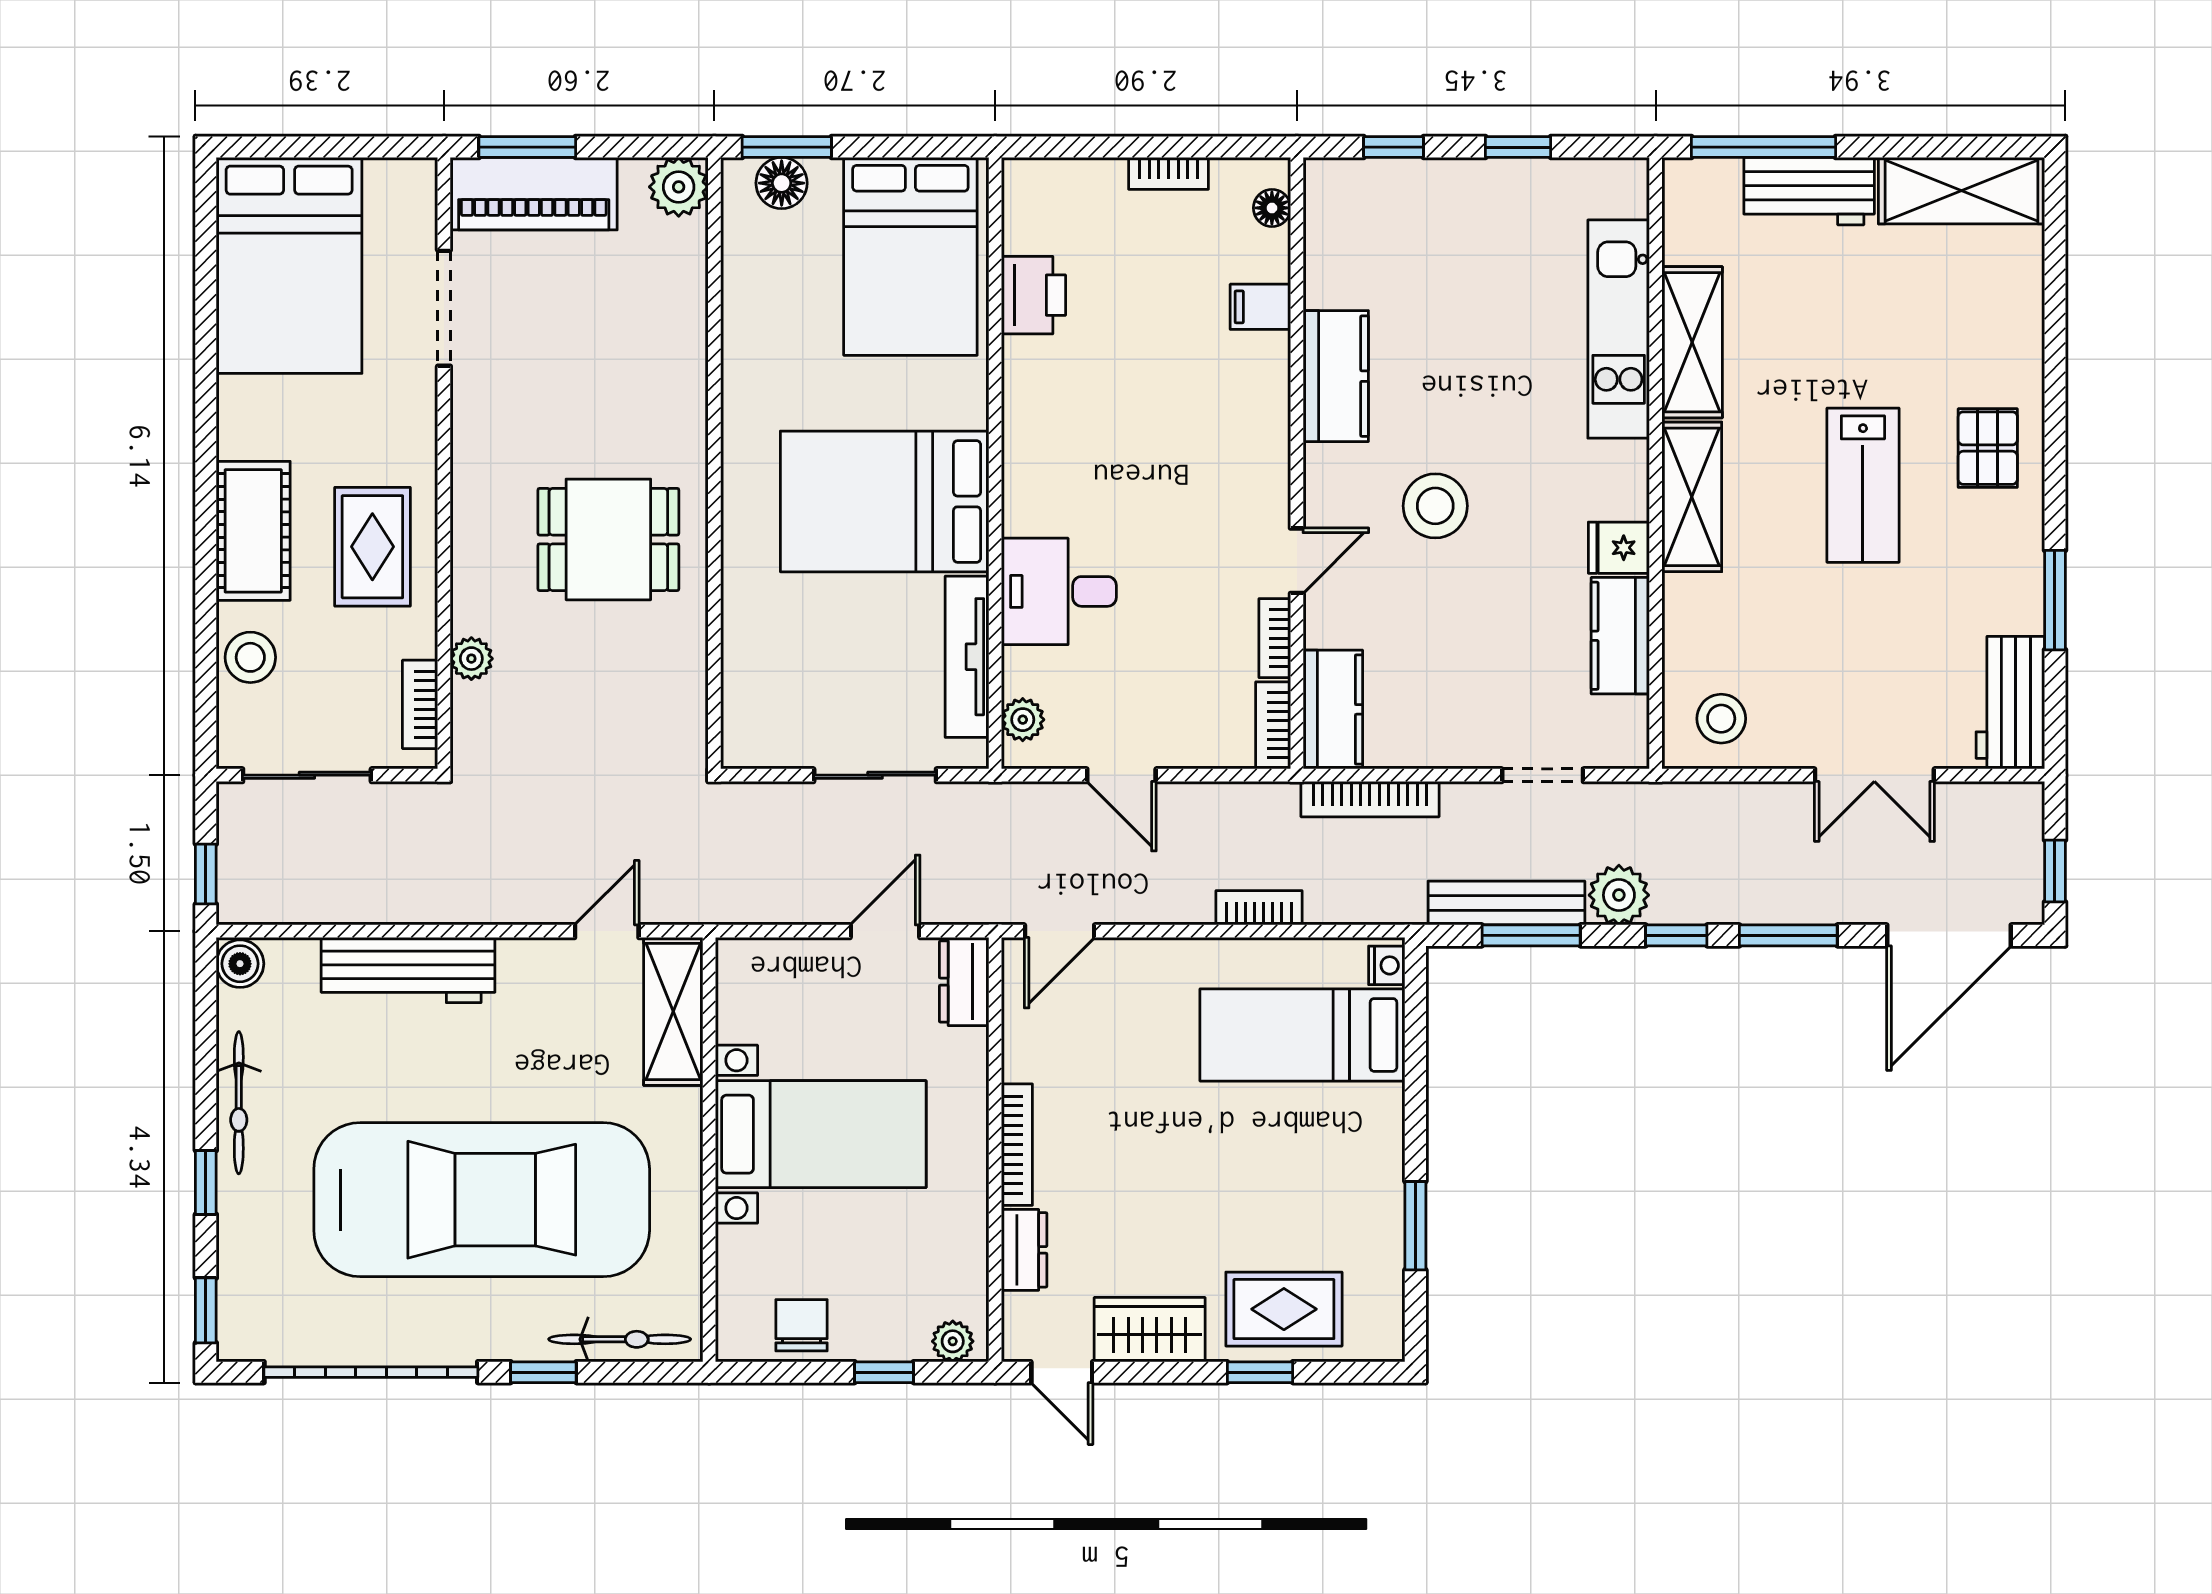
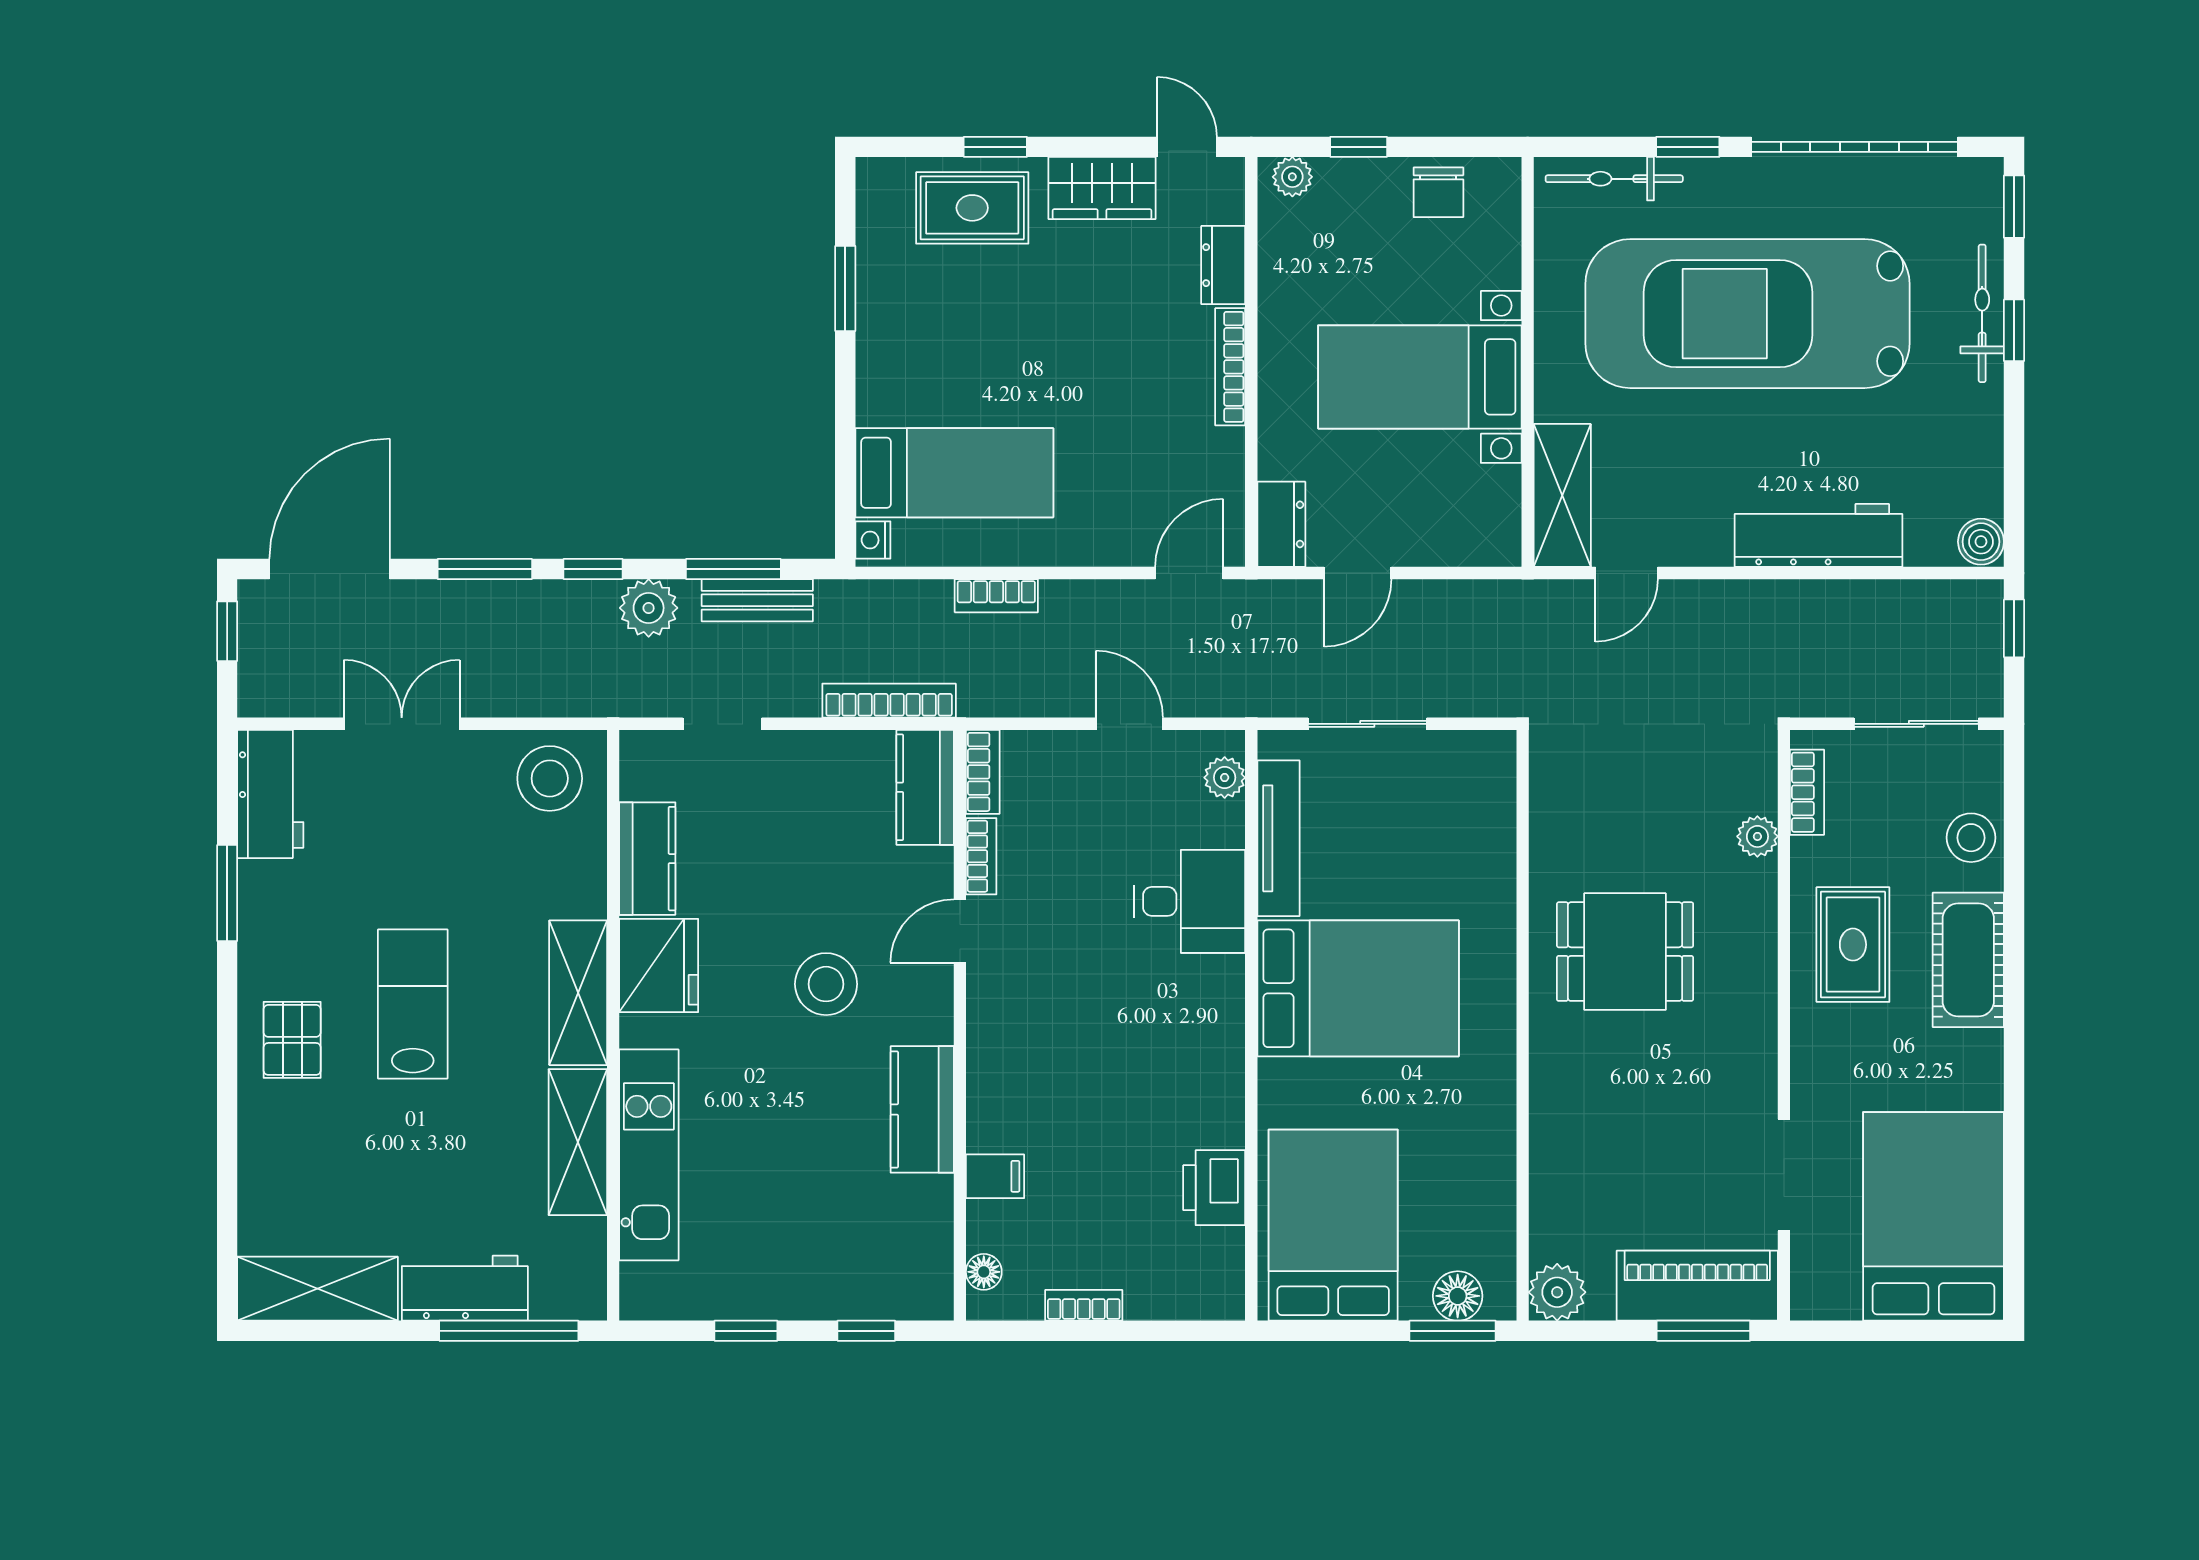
fridge: (1619, 548) -> (659, 966), width x1.88, depth x1.34
stool: (1721, 719) -> (550, 778), width x1.38, depth x1.38
bench: (1506, 903) -> (757, 600), width x0.73
bicycle: (239, 1103) -> (1982, 313), moved

